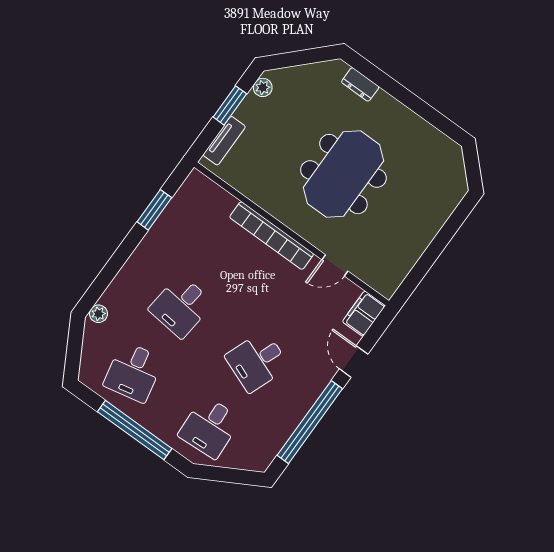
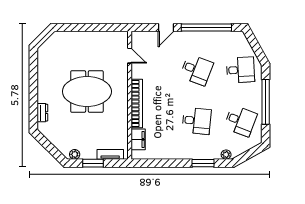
window: (154, 210) -> (203, 163), moved
door: (335, 265) -> (130, 56), moved
filing cabinet: (364, 314) -> (138, 139), moved, turned -90
desk: (133, 372) -> (240, 121), turned 33

